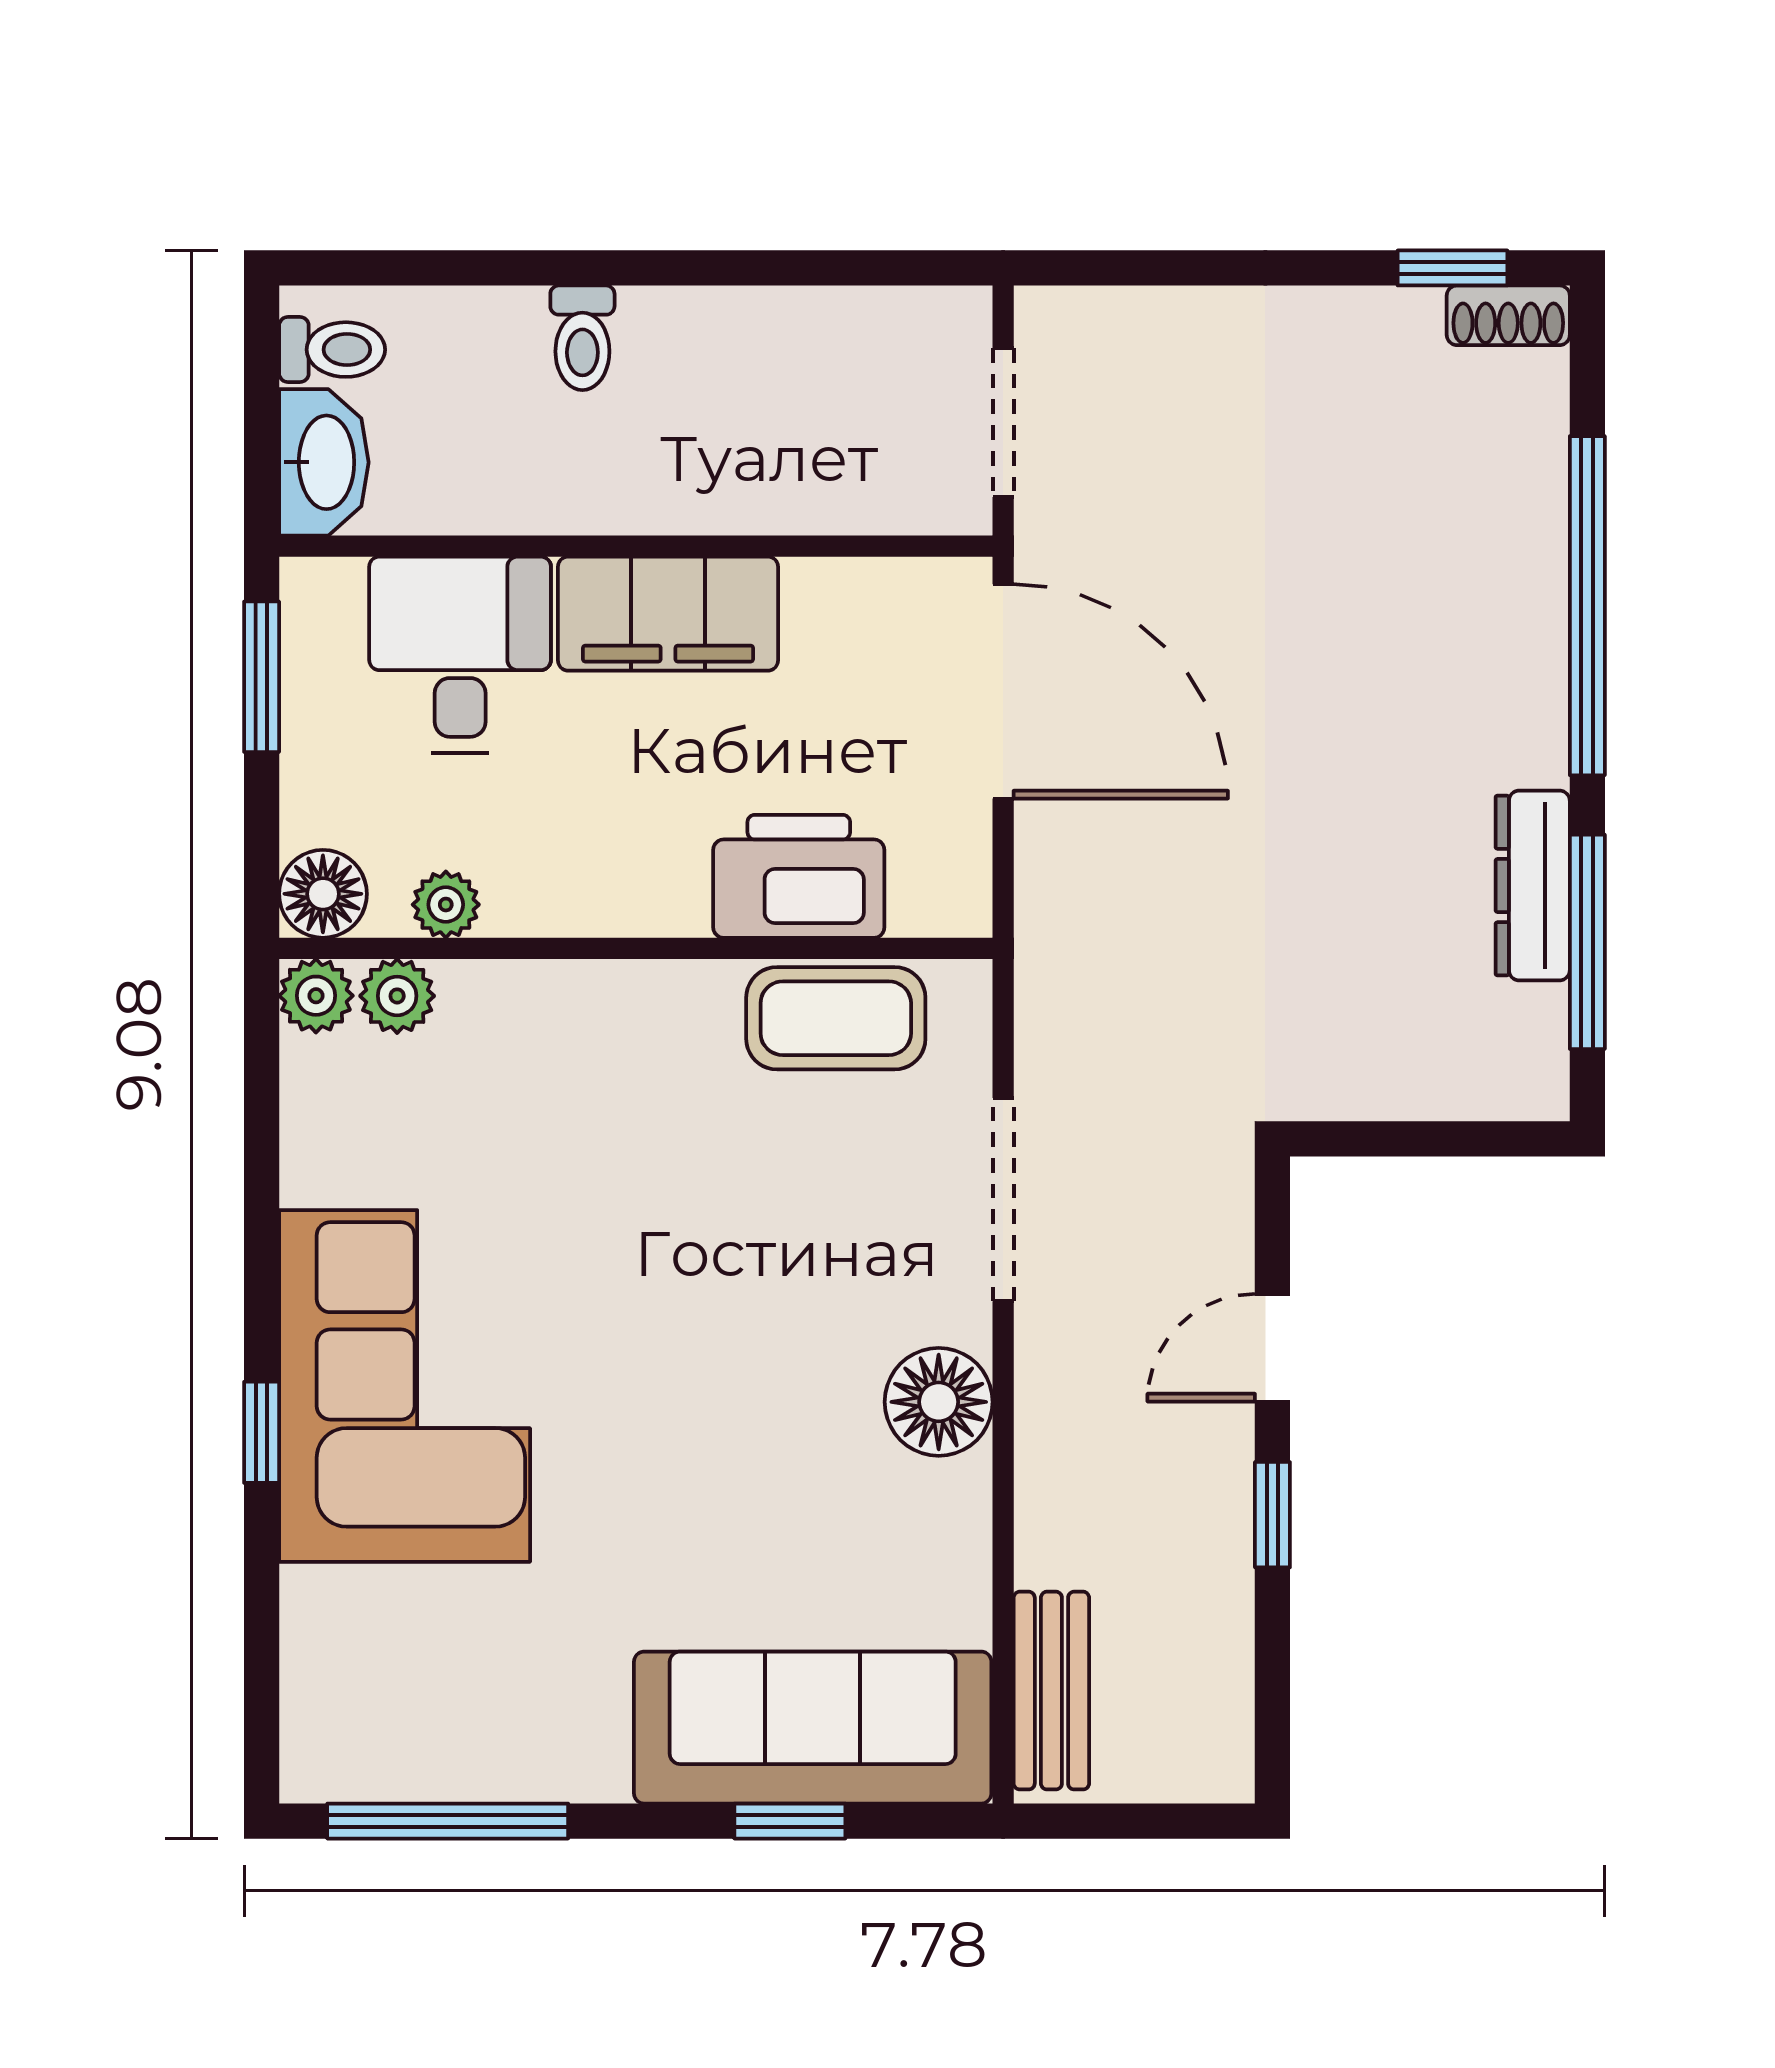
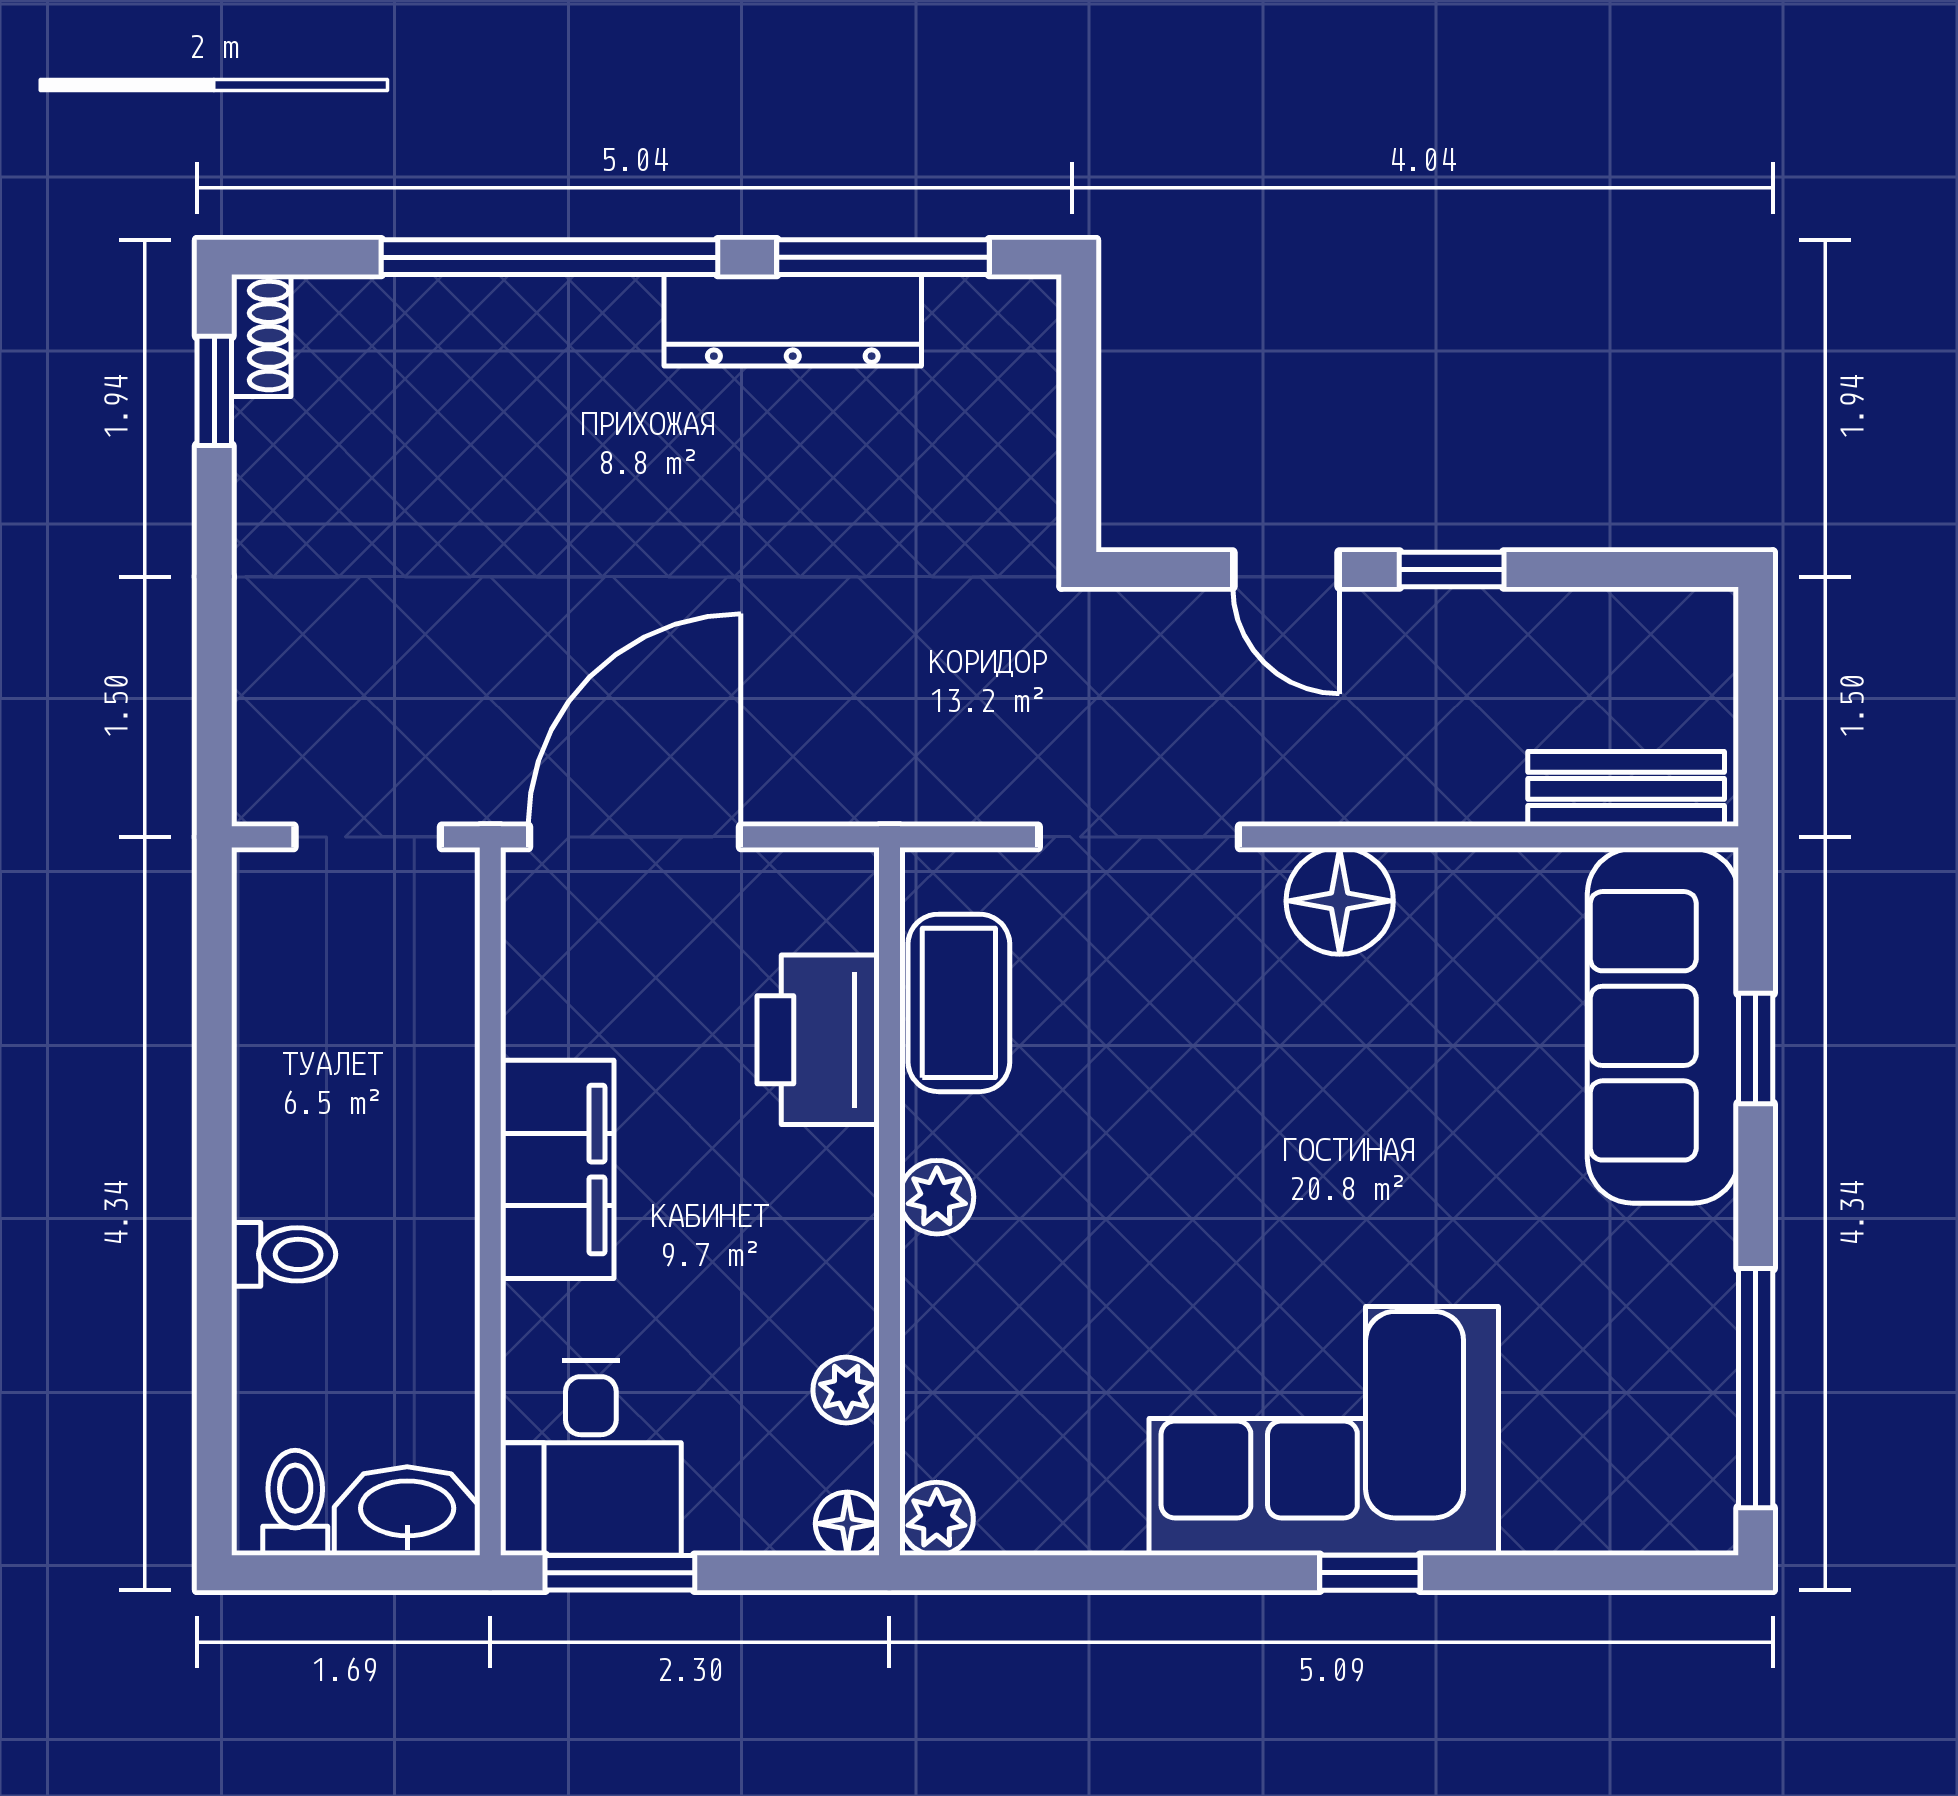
desk: (460, 655) -> (591, 1458), moved, turned -90
dresser: (1533, 885) -> (793, 320), width x1.37, depth x1.24
floor lamp: (323, 894) -> (847, 1524), width x0.73, depth x0.73
plant: (397, 996) -> (937, 1197), moved

